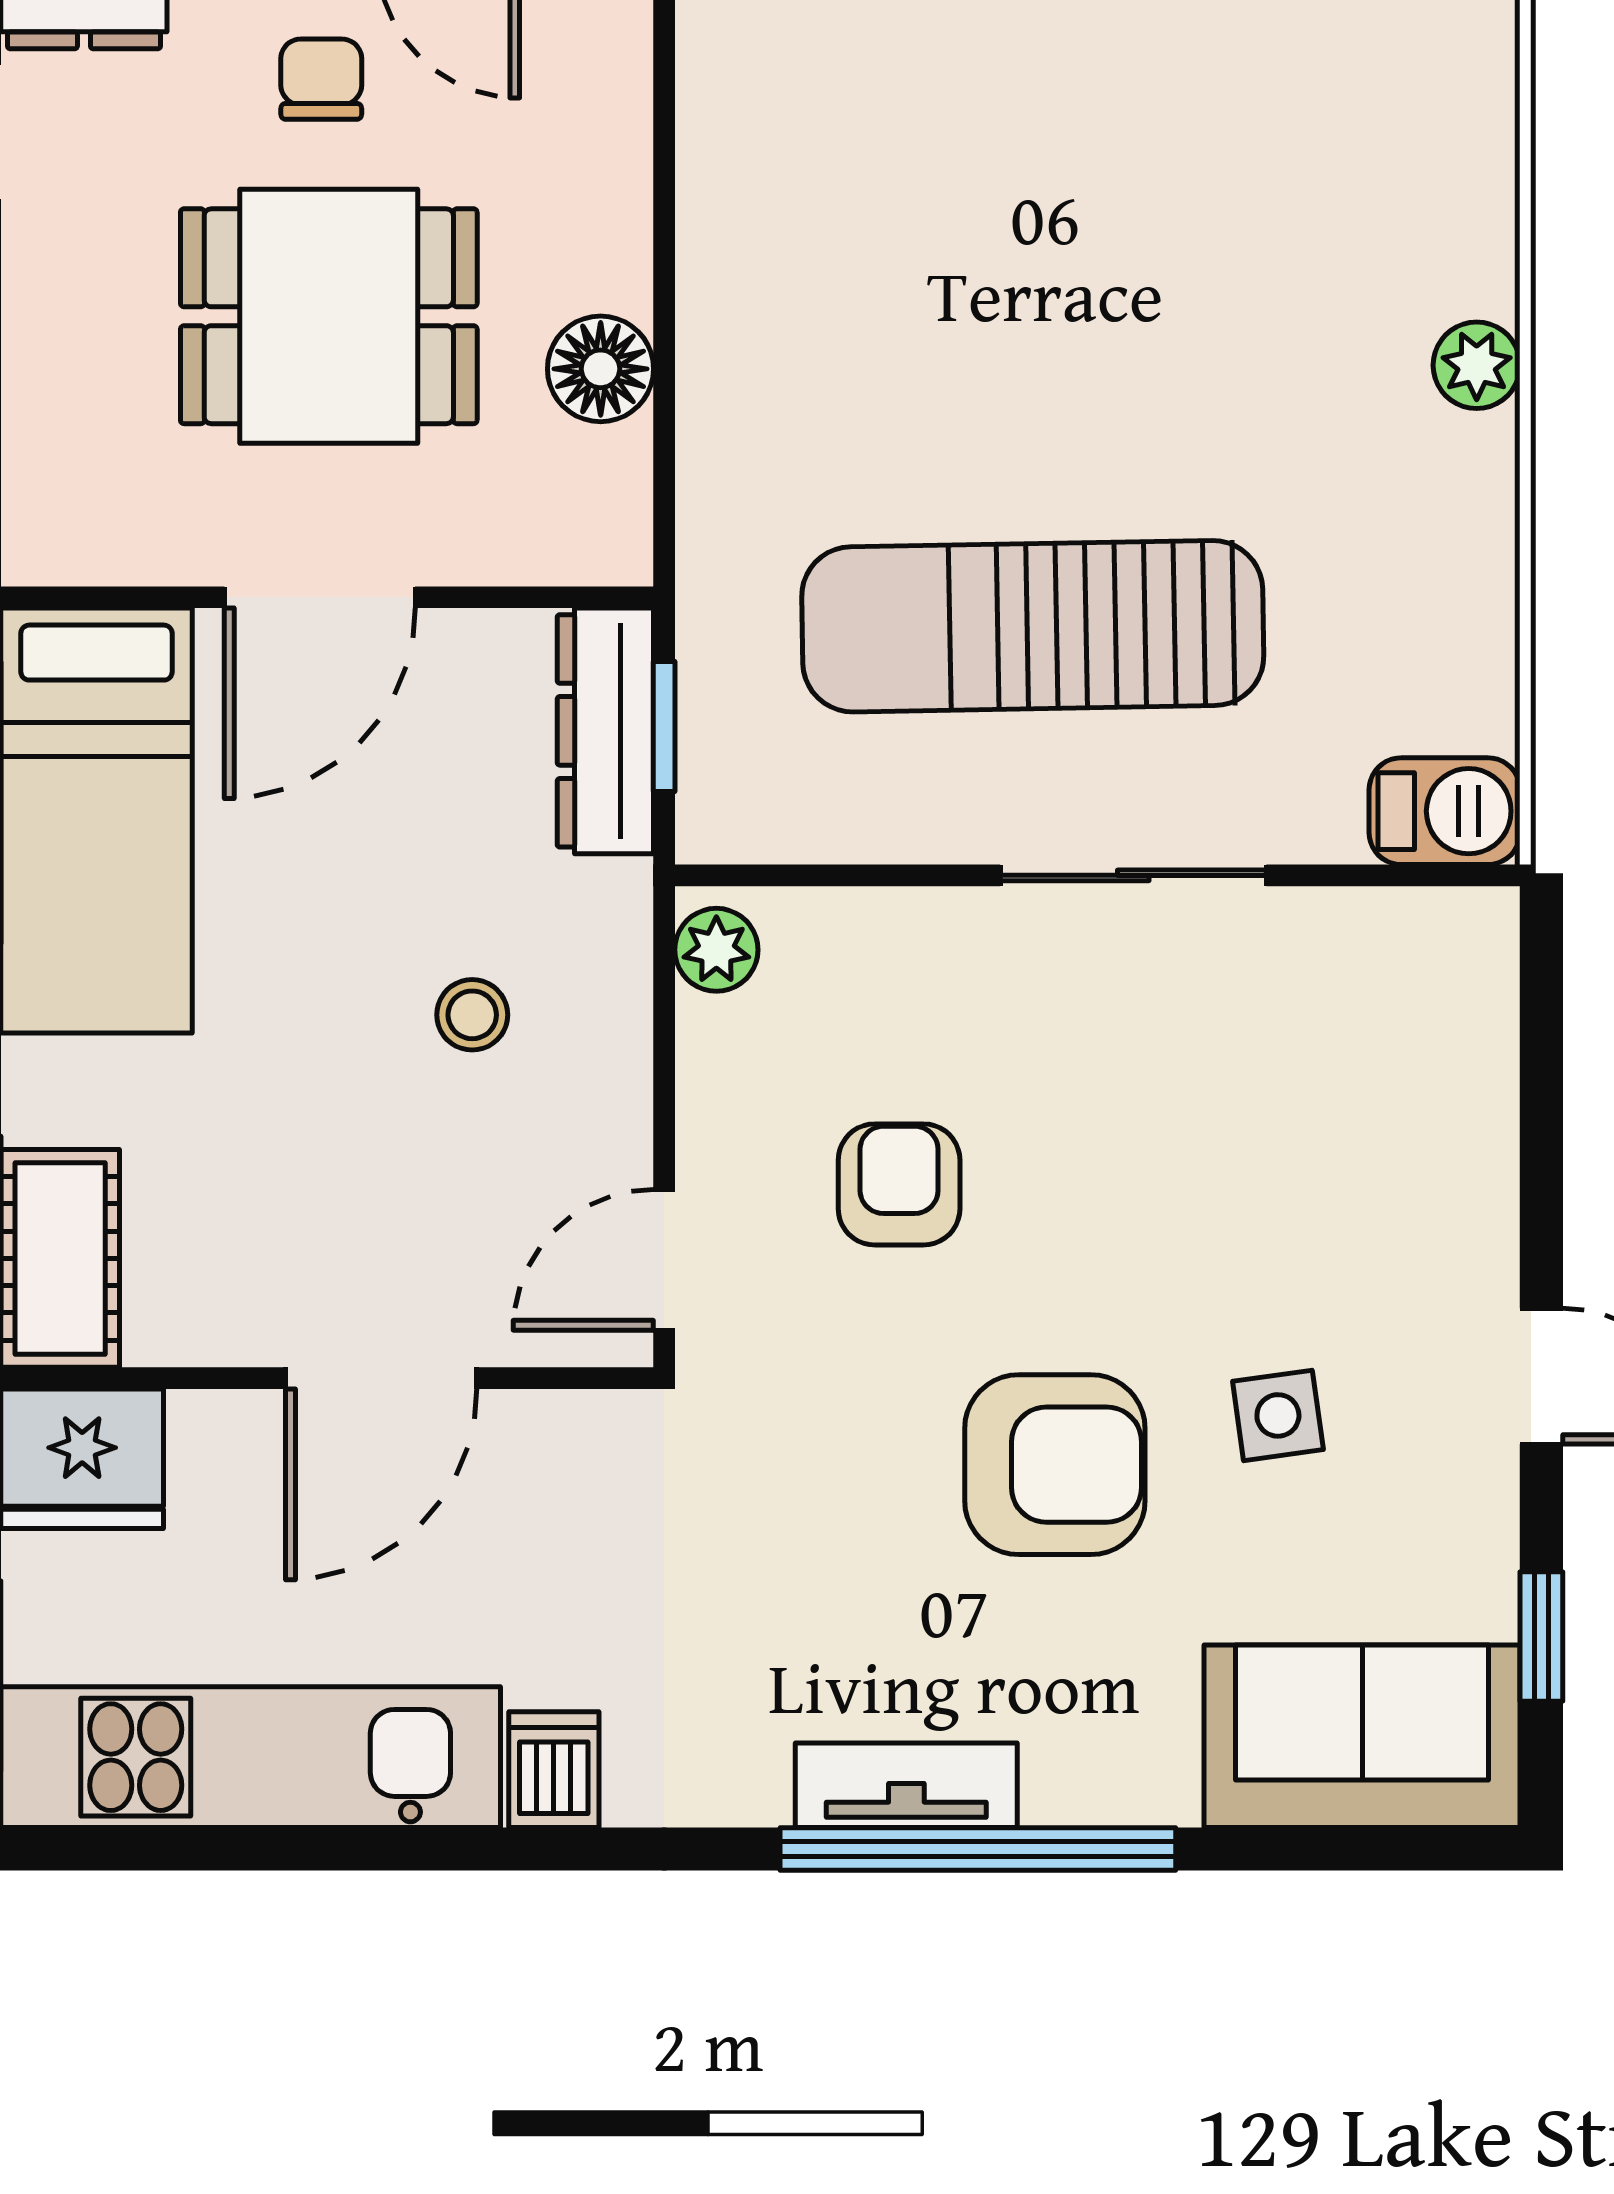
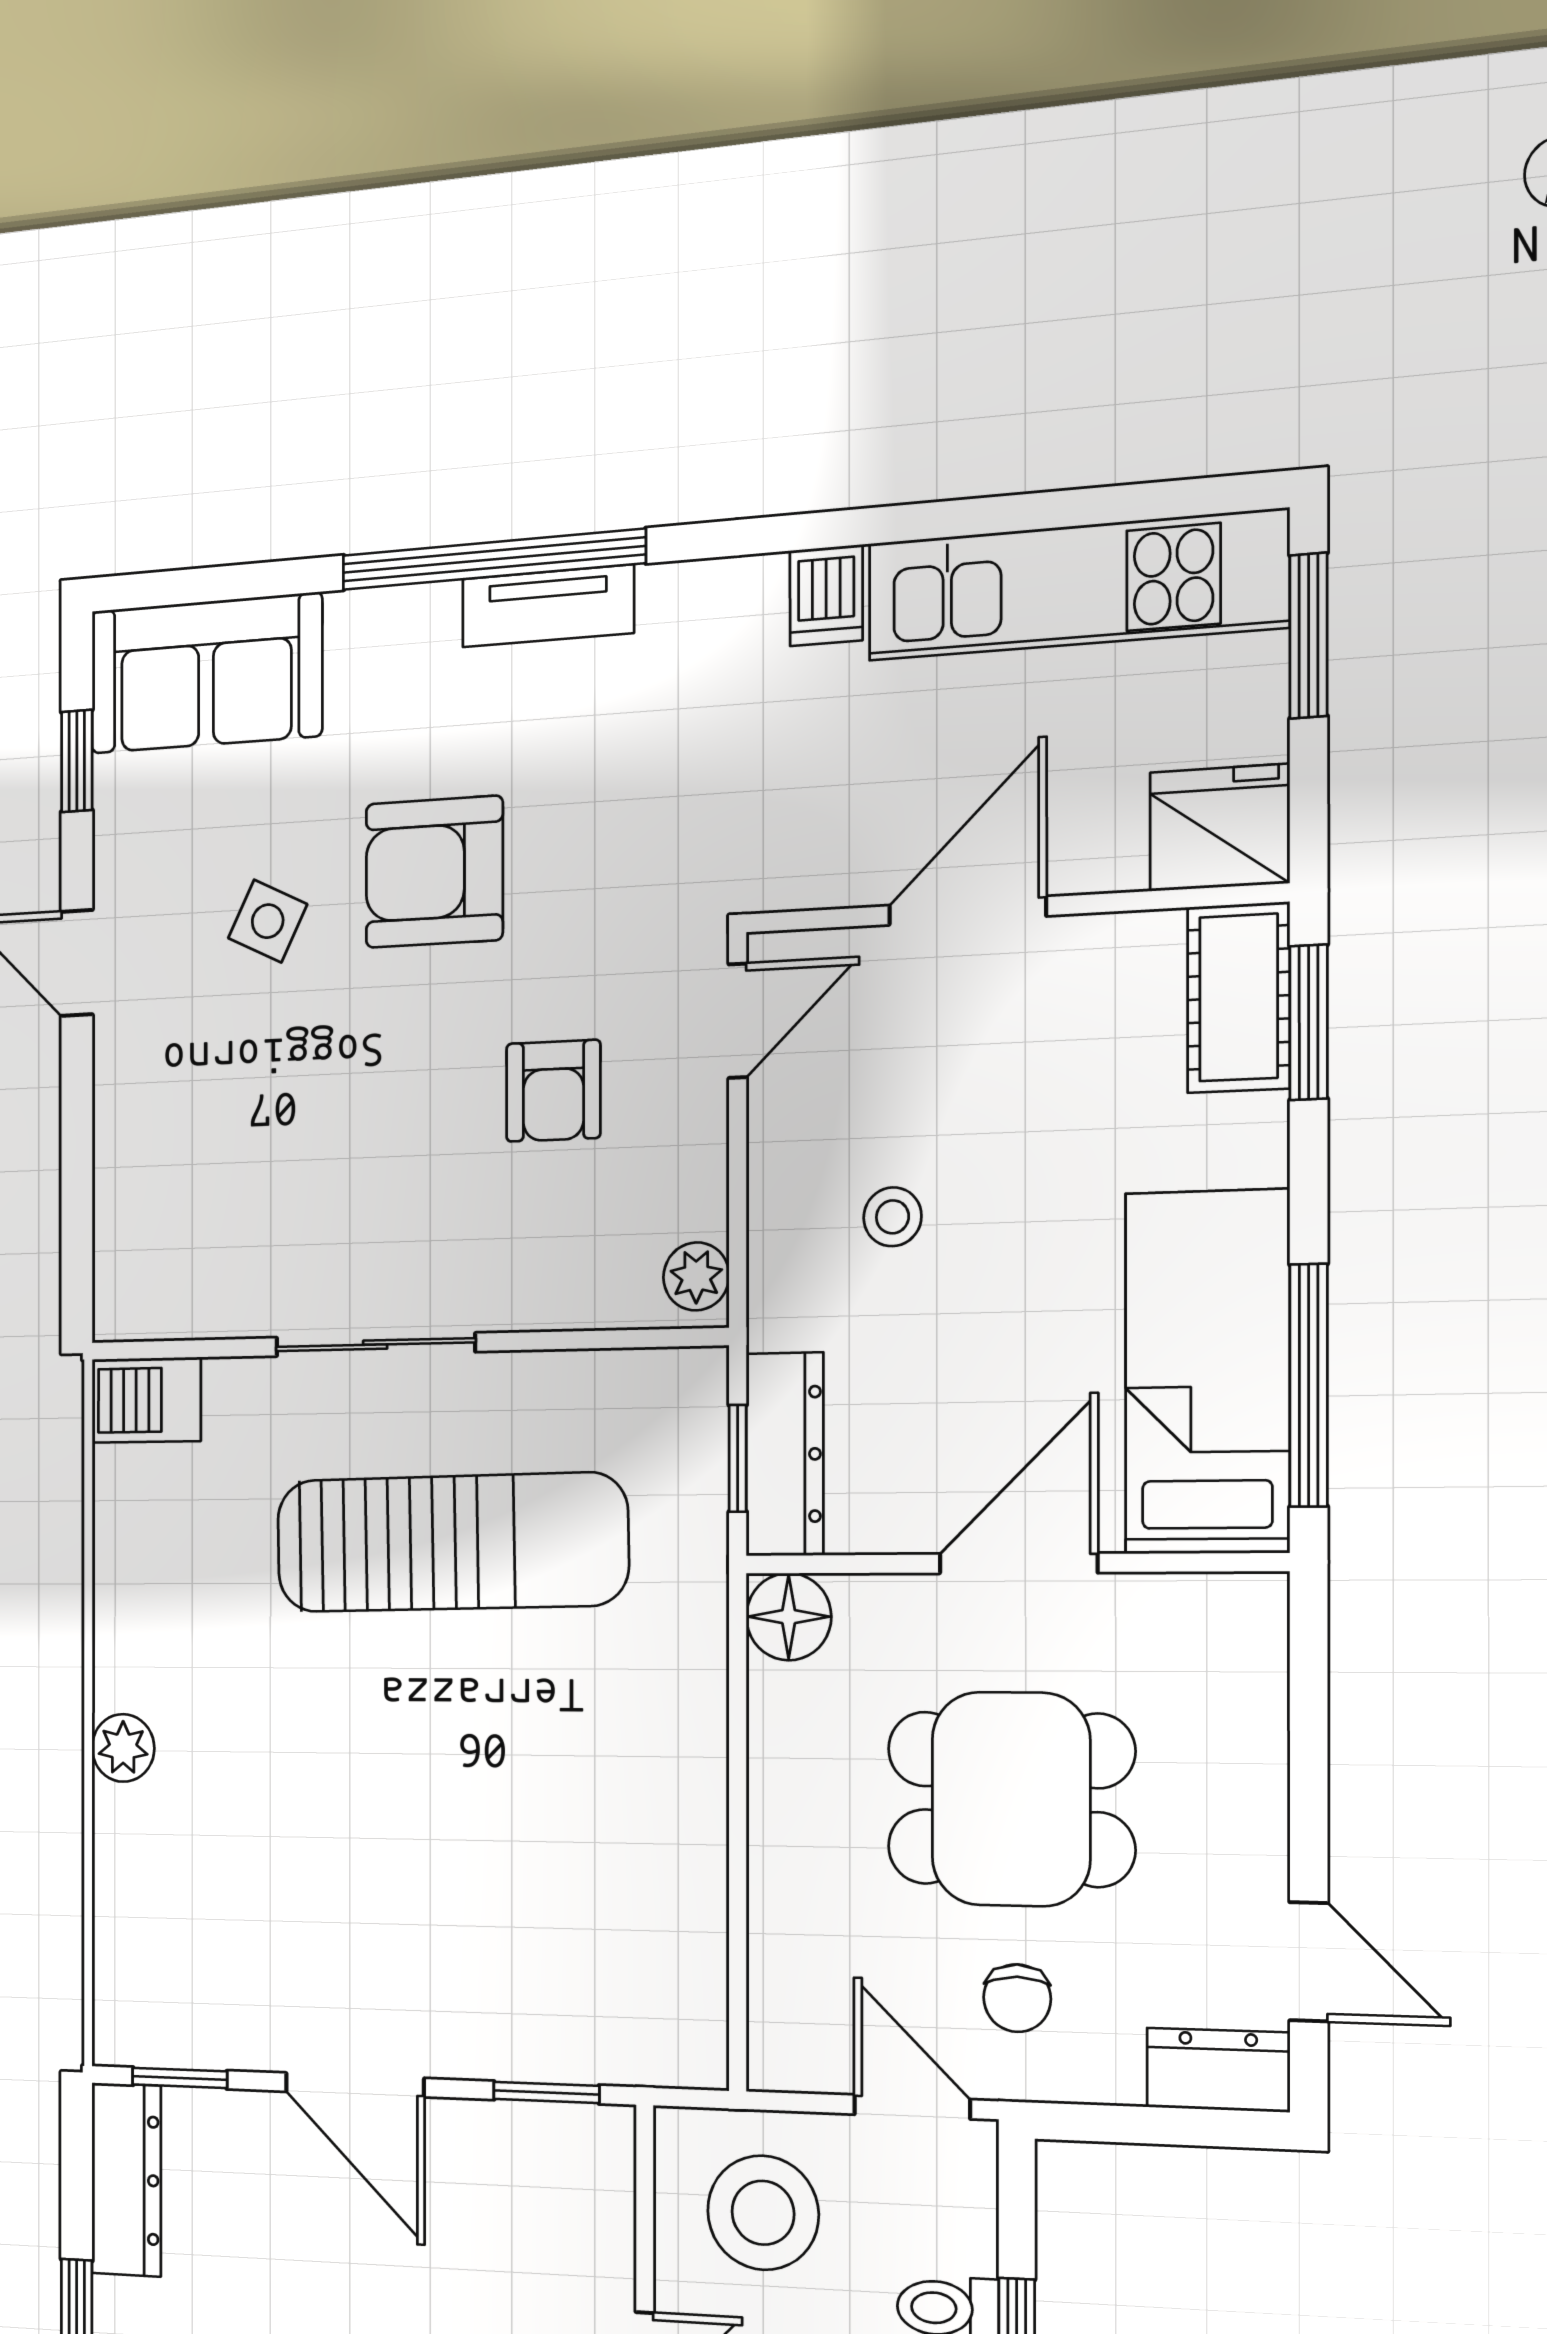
floor lamp: (601, 369) -> (789, 1617), moved
side table: (1278, 1415) -> (268, 921), turned 34

